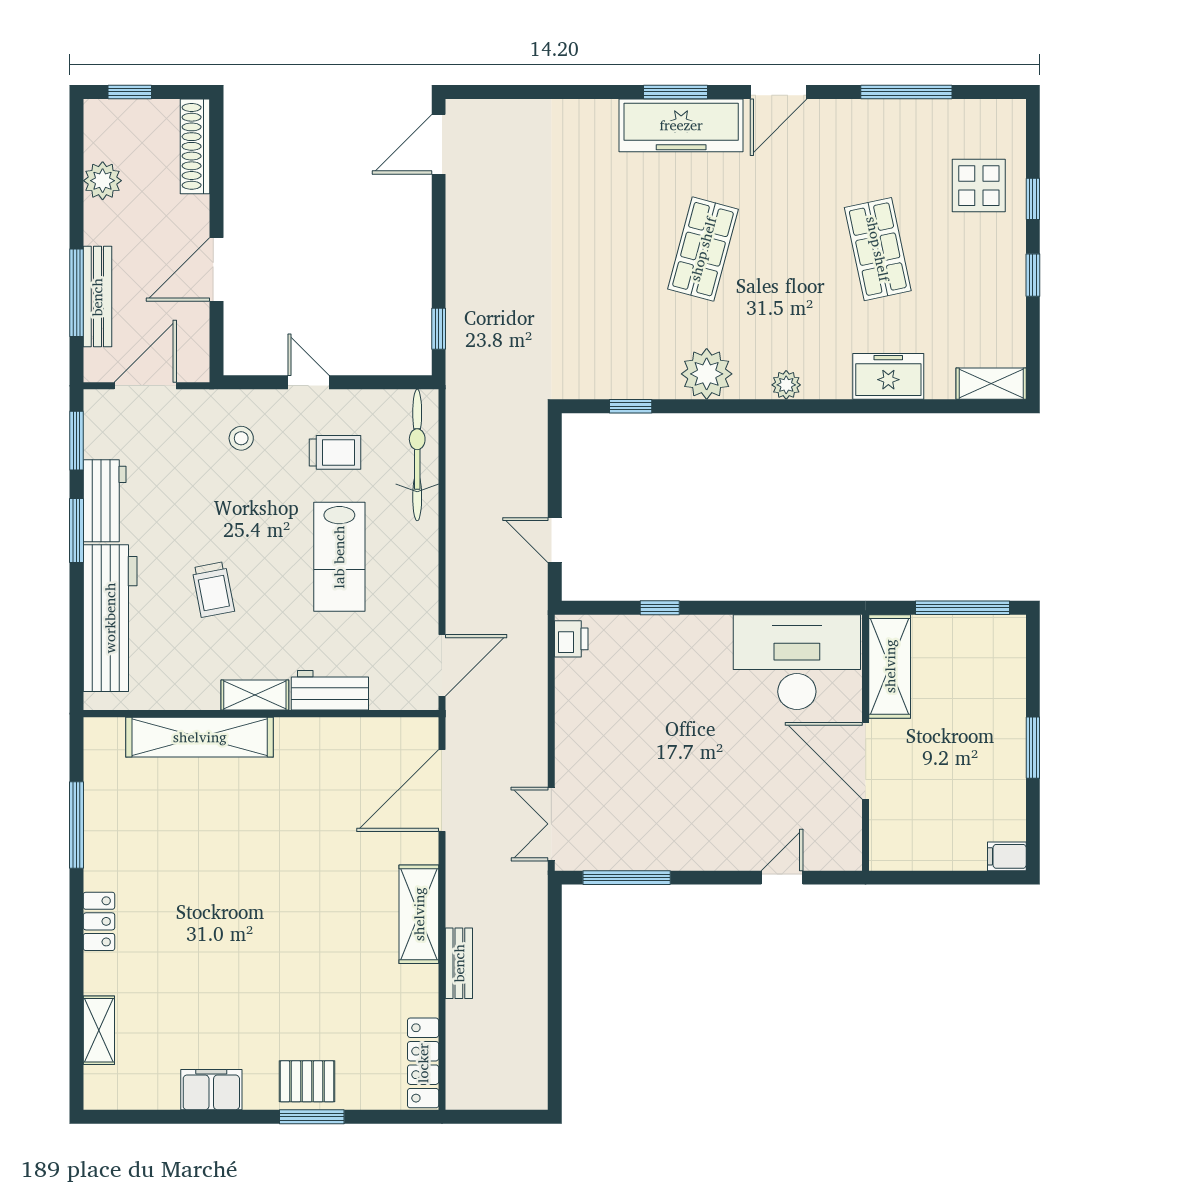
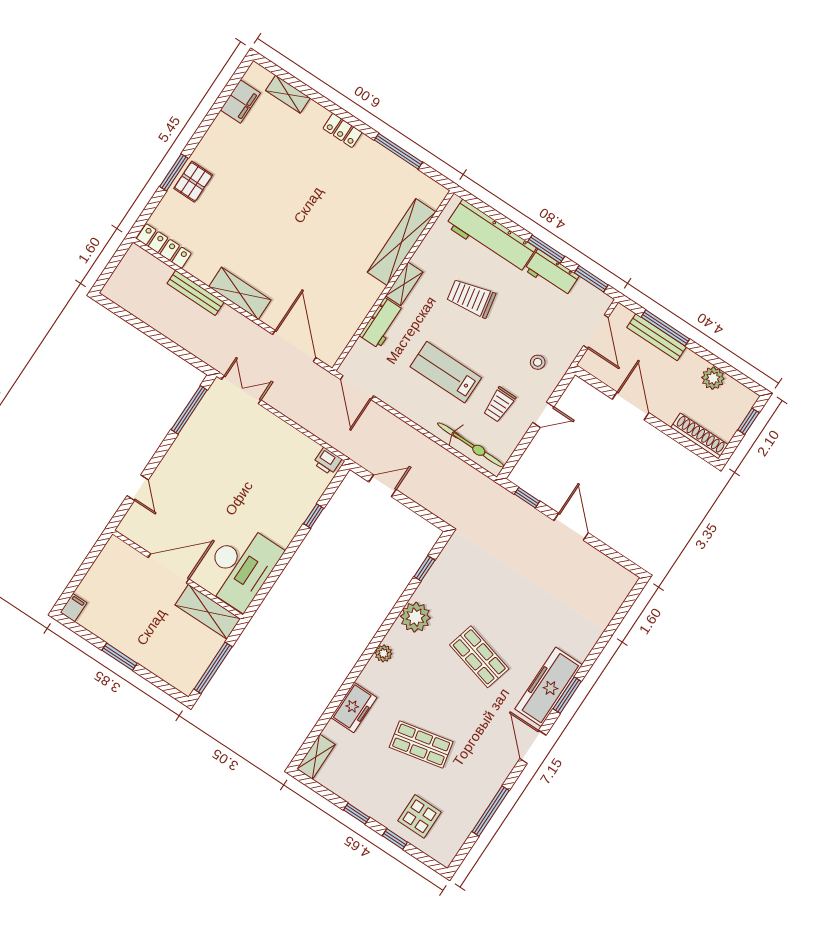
door: (439, 144) -> (571, 527), moved
trolley: (213, 590) -> (471, 298), width x1.36, depth x1.39
bench: (459, 963) -> (196, 293), width x1.36
filing cabinet: (211, 1090) -> (240, 101), moved

